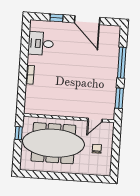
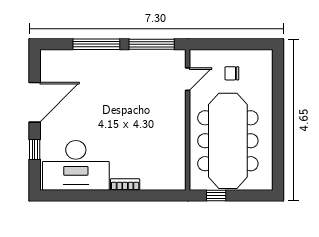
desk: (41, 44) -> (76, 165), width x1.87, depth x1.30
window: (119, 98) -> (152, 44), width x1.44
door: (95, 120) -> (188, 79), hinge flipped

